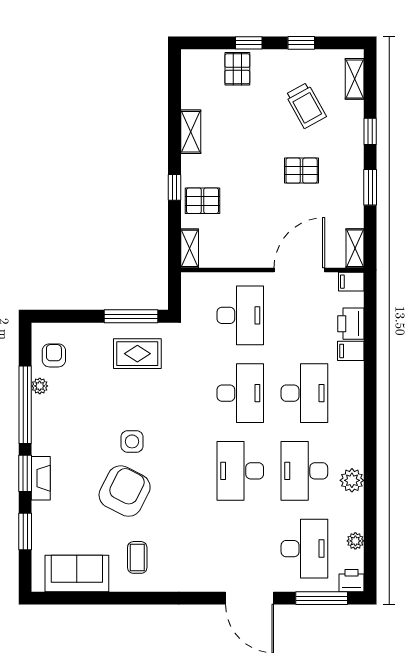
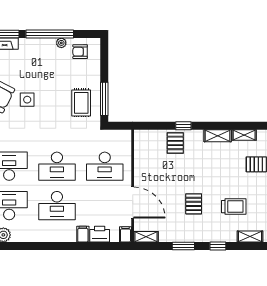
trolley: (306, 105) -> (234, 207), turned -151
shelving: (190, 248) -> (244, 135), moved
armchair: (54, 355) -> (80, 52), turned 180

